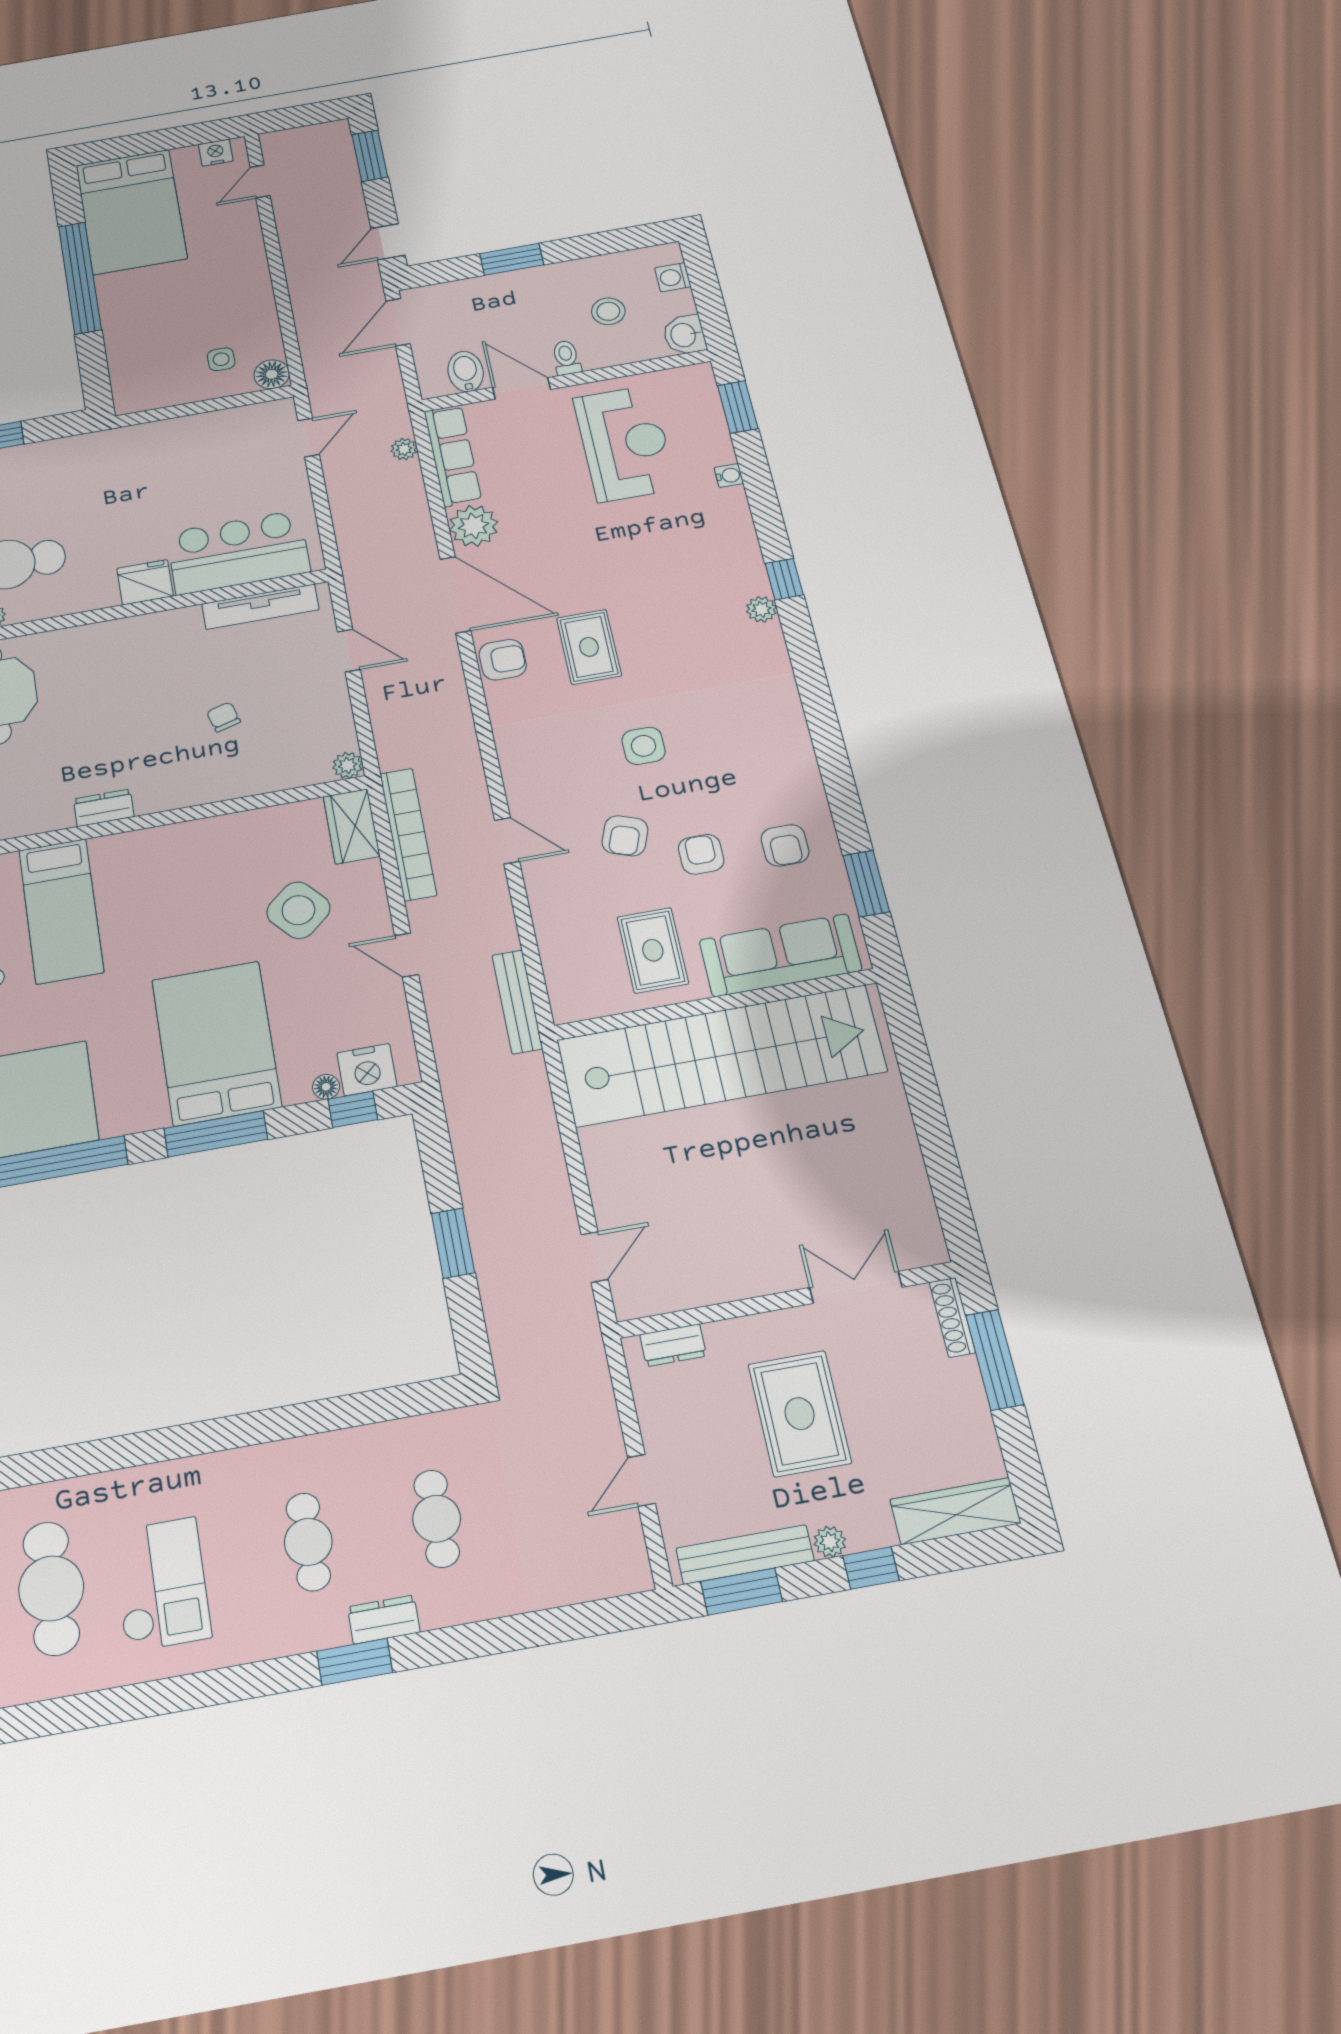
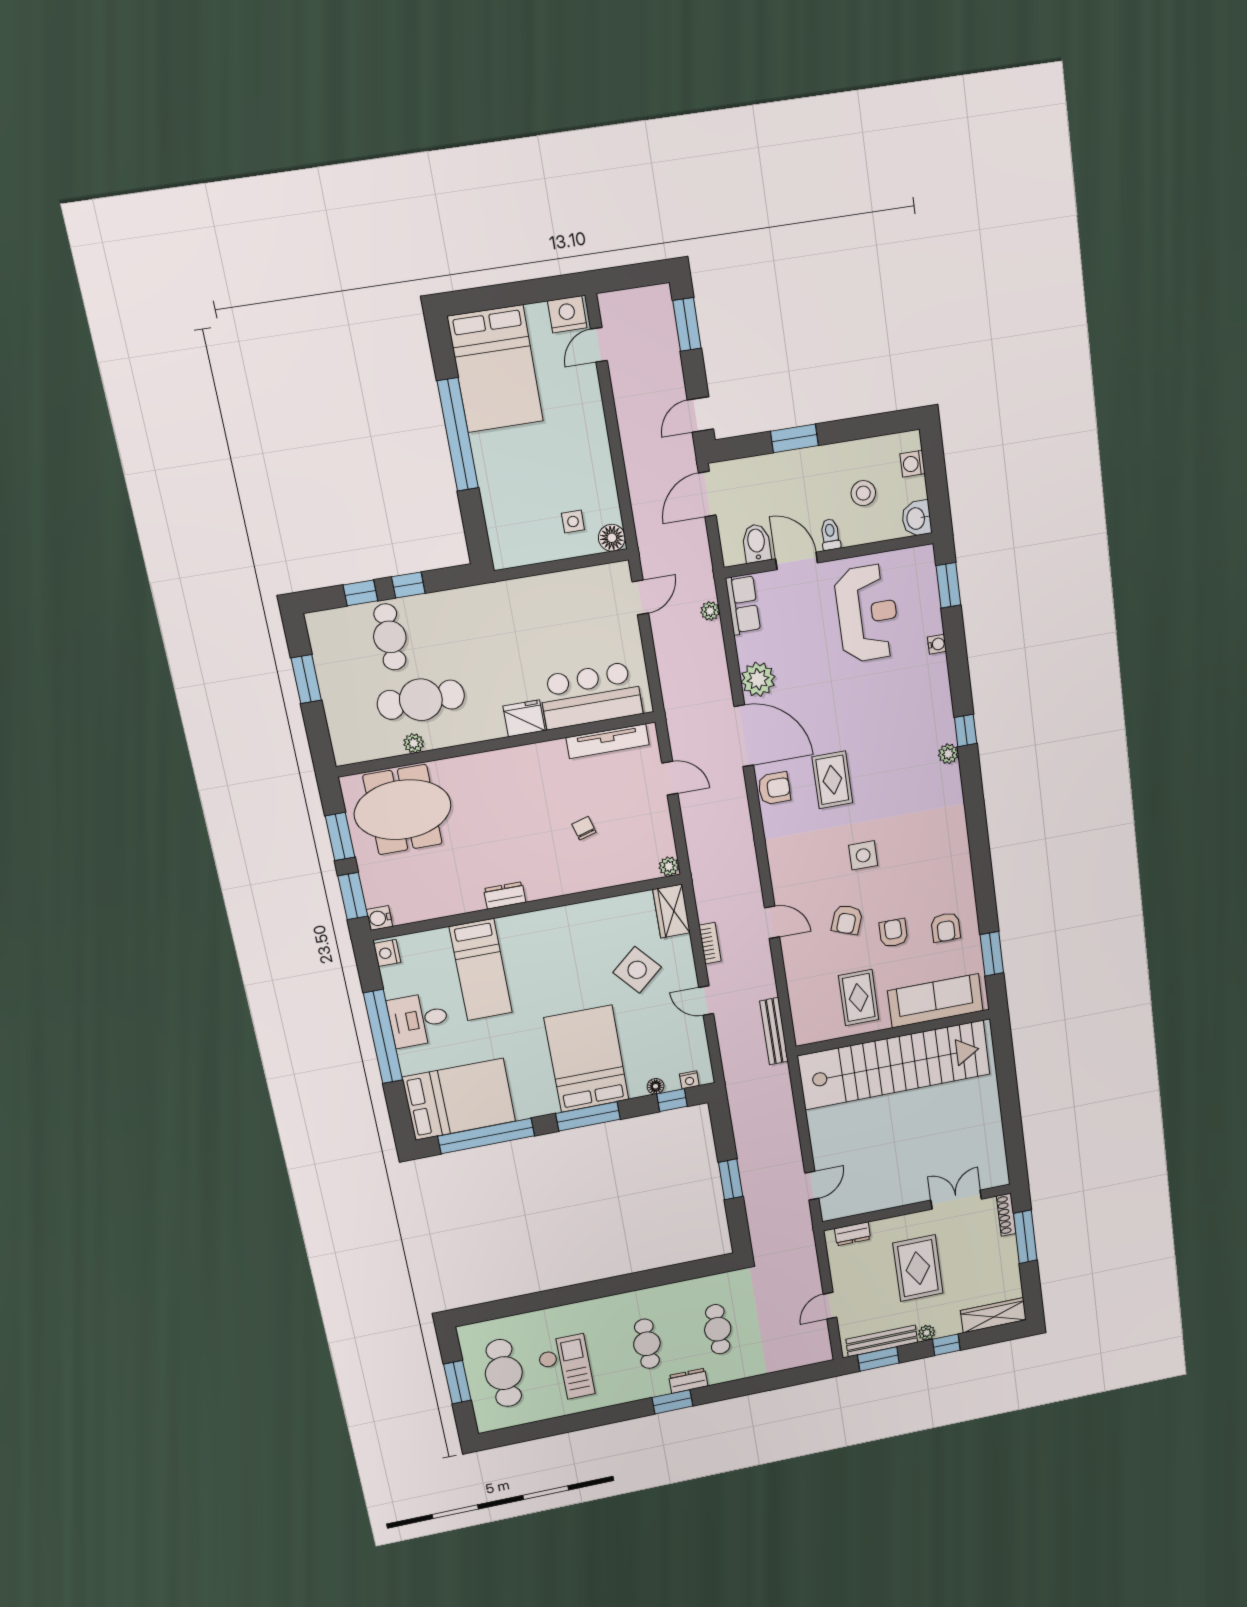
nightstand: (216, 153) -> (567, 314), width x1.36, depth x1.33
row of seats: (453, 456) -> (743, 605), width x0.68
bookcase: (408, 834) -> (710, 943), width x0.43, depth x0.76
nightstand: (367, 1070) -> (689, 1080), width x0.53, depth x0.56

